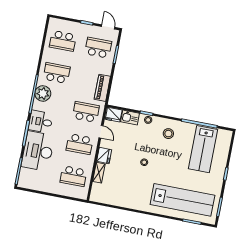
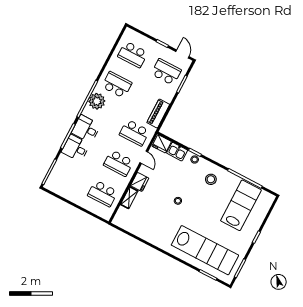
school desk: (86, 112) -> (134, 133), turned 180
lab bench: (203, 149) -> (241, 205), turned 180
desk: (38, 151) -> (76, 148), width x0.53, depth x0.77

